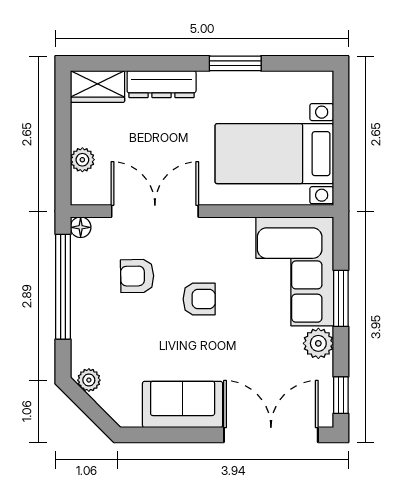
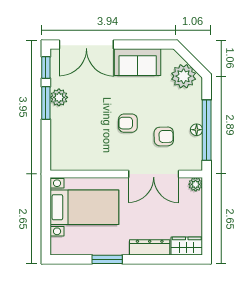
plant: (82, 160) -> (196, 184), moved
floor lamp: (81, 227) -> (197, 130), moved
corner sofa: (295, 271) -> (73, 139), removed
window: (341, 298) -> (46, 103), moved
plant: (89, 380) -> (184, 76), width x1.88, depth x1.88

